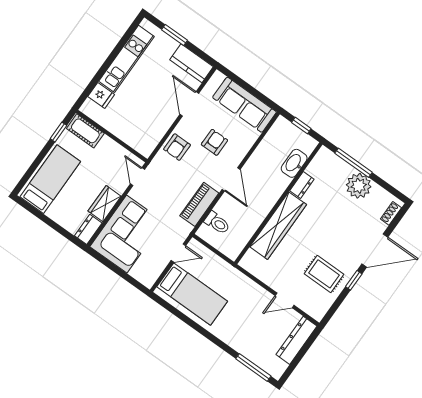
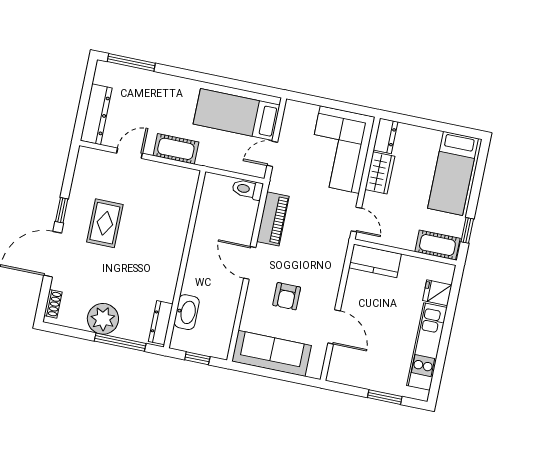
kitchen counter: (191, 63) -> (375, 261), moved, turned 180
armchair: (177, 147) -> (326, 272), removed
dresser: (302, 185) -> (161, 323), moved, width x1.44
toilet: (217, 223) -> (247, 189), moved
wardrobe: (278, 226) -> (174, 234), removed
rug: (324, 274) -> (105, 223), moved, turned 90
cot: (249, 288) -> (176, 149), added

